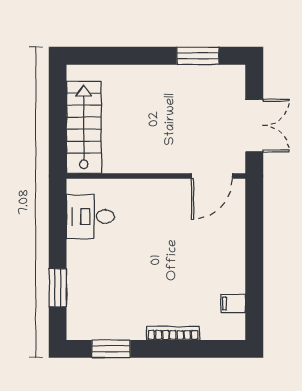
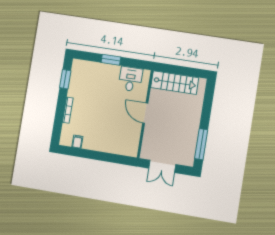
window: (198, 56) -> (201, 144), width x1.44
door: (212, 176) -> (145, 113), moved
window: (58, 288) -> (111, 60), moved

